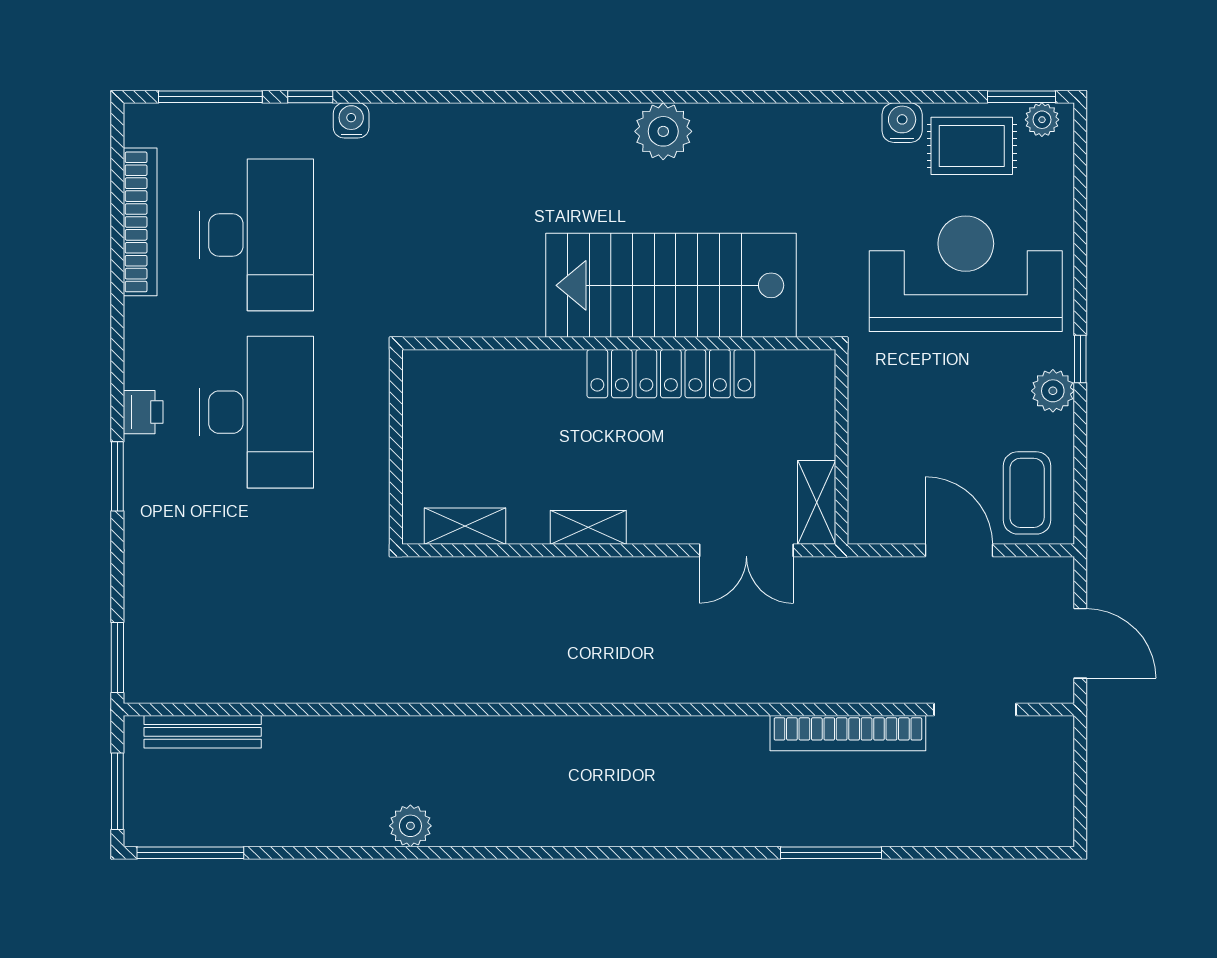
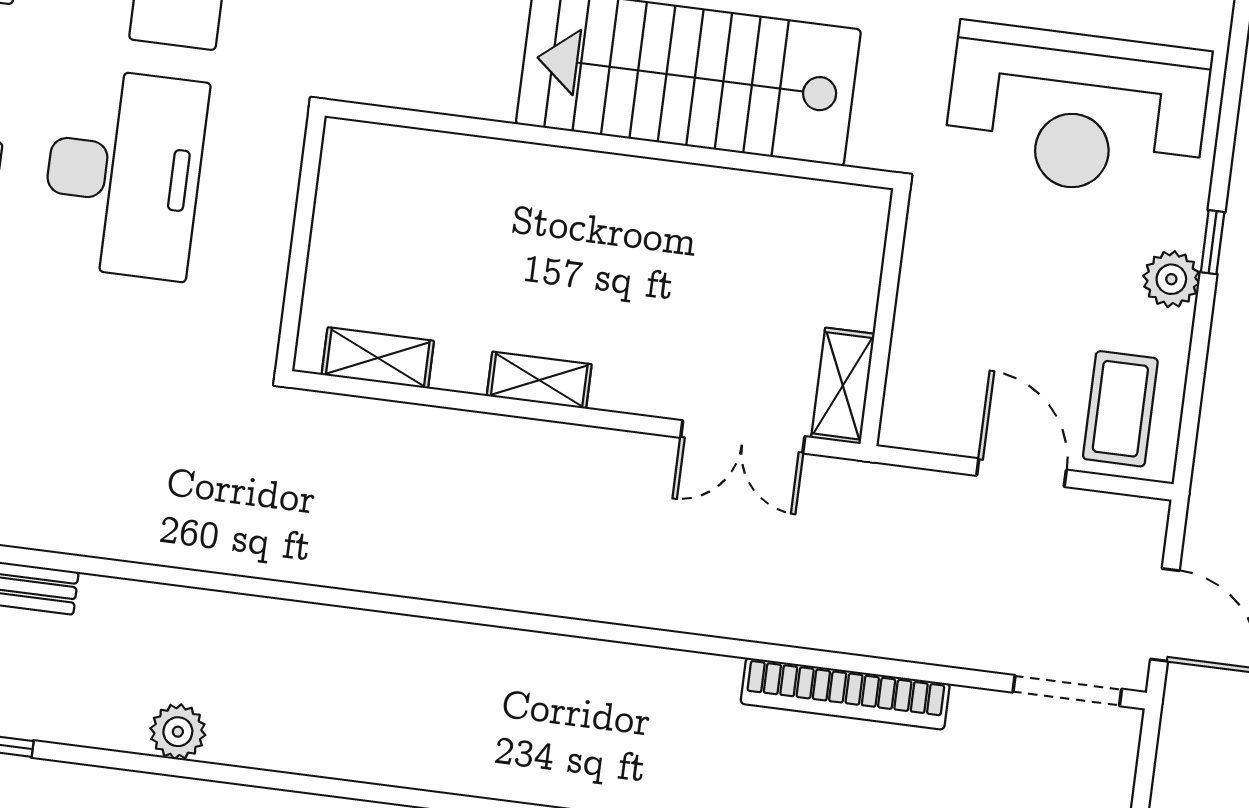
reception desk: (966, 274) -> (1077, 111), turned 180
locker: (671, 374) -> (673, 193), removed
doorway: (975, 710) -> (1067, 691), moved
plant: (410, 826) -> (178, 732), moved

